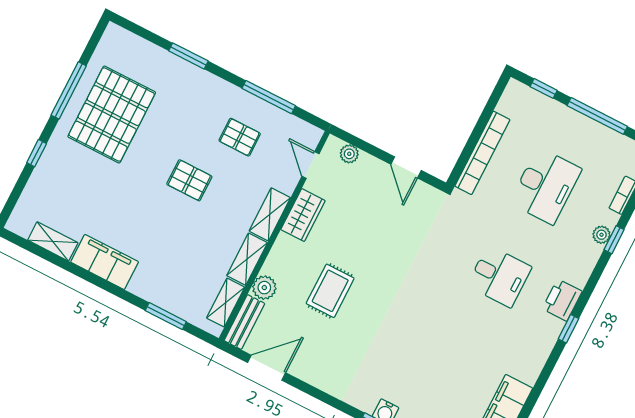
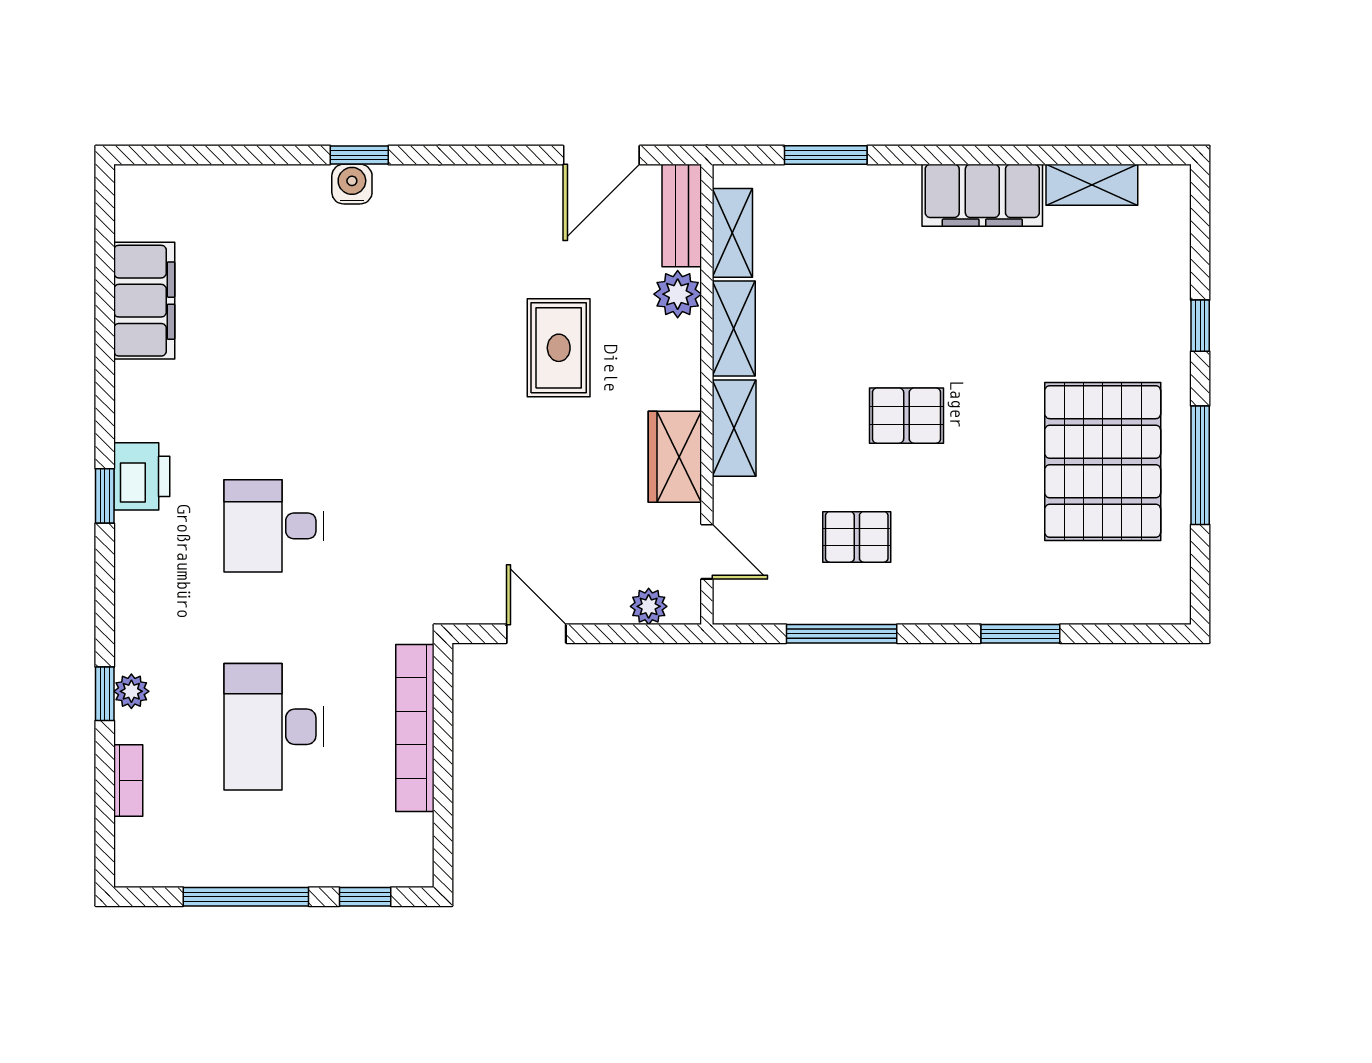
printer: (562, 300) -> (142, 476), moved

